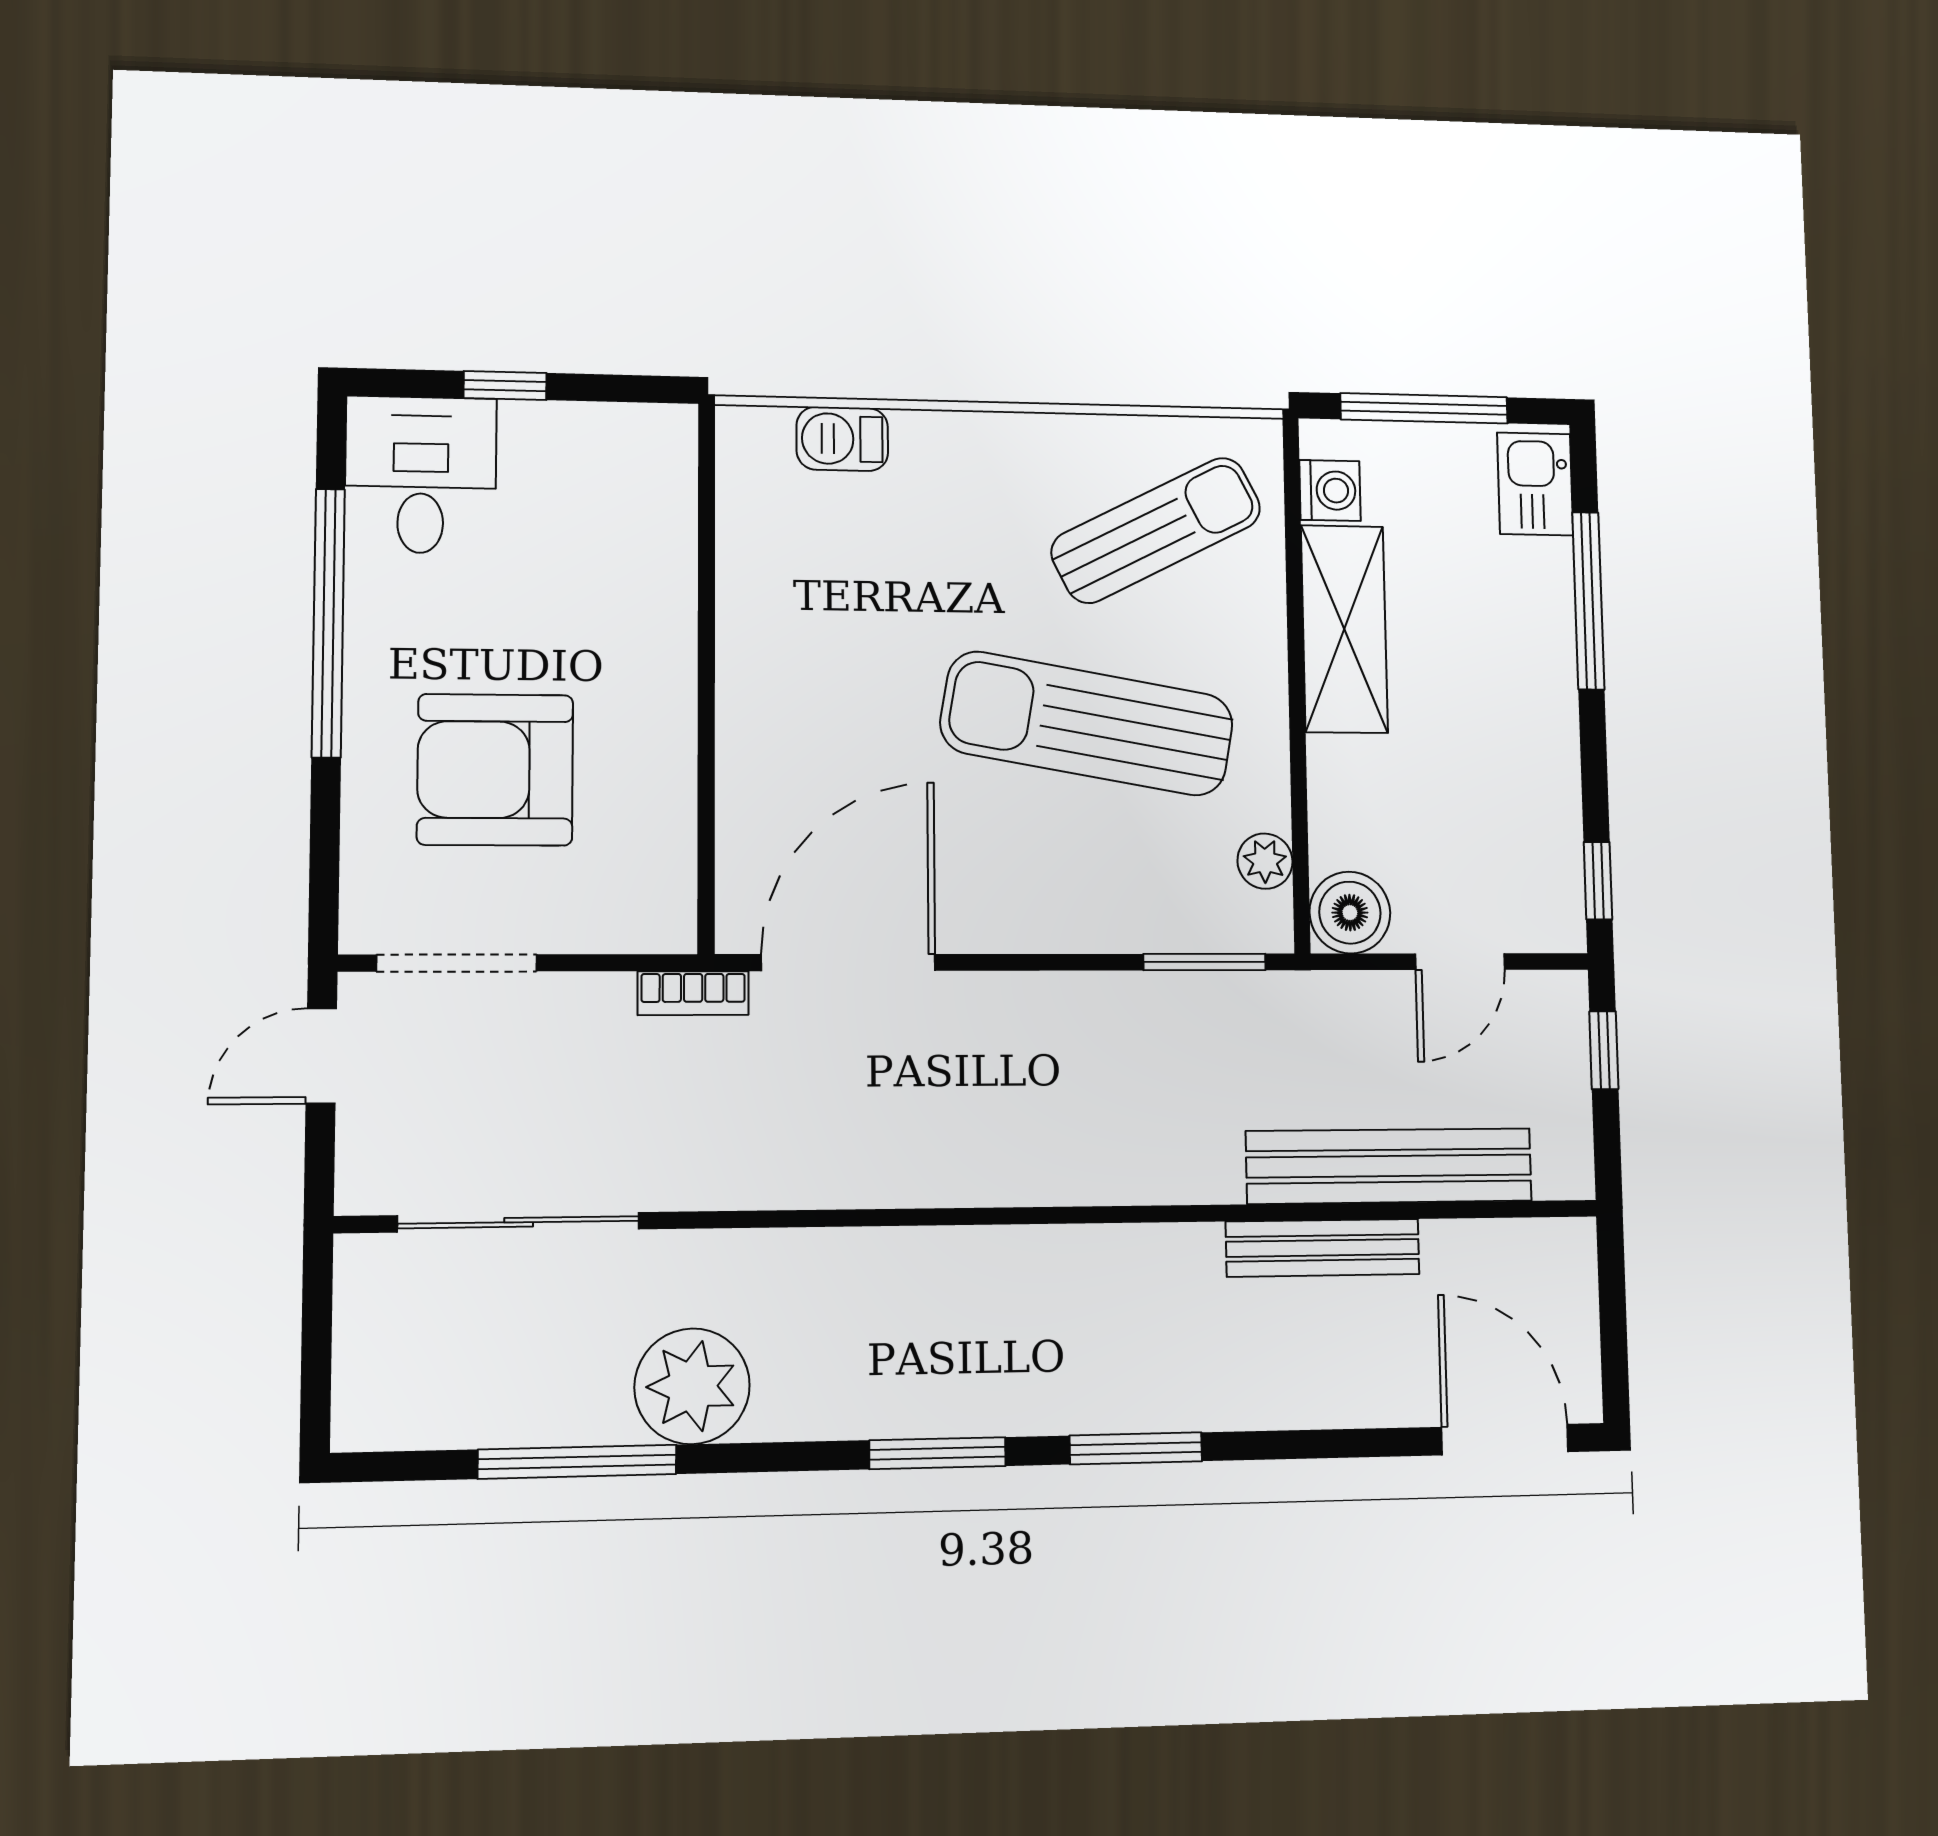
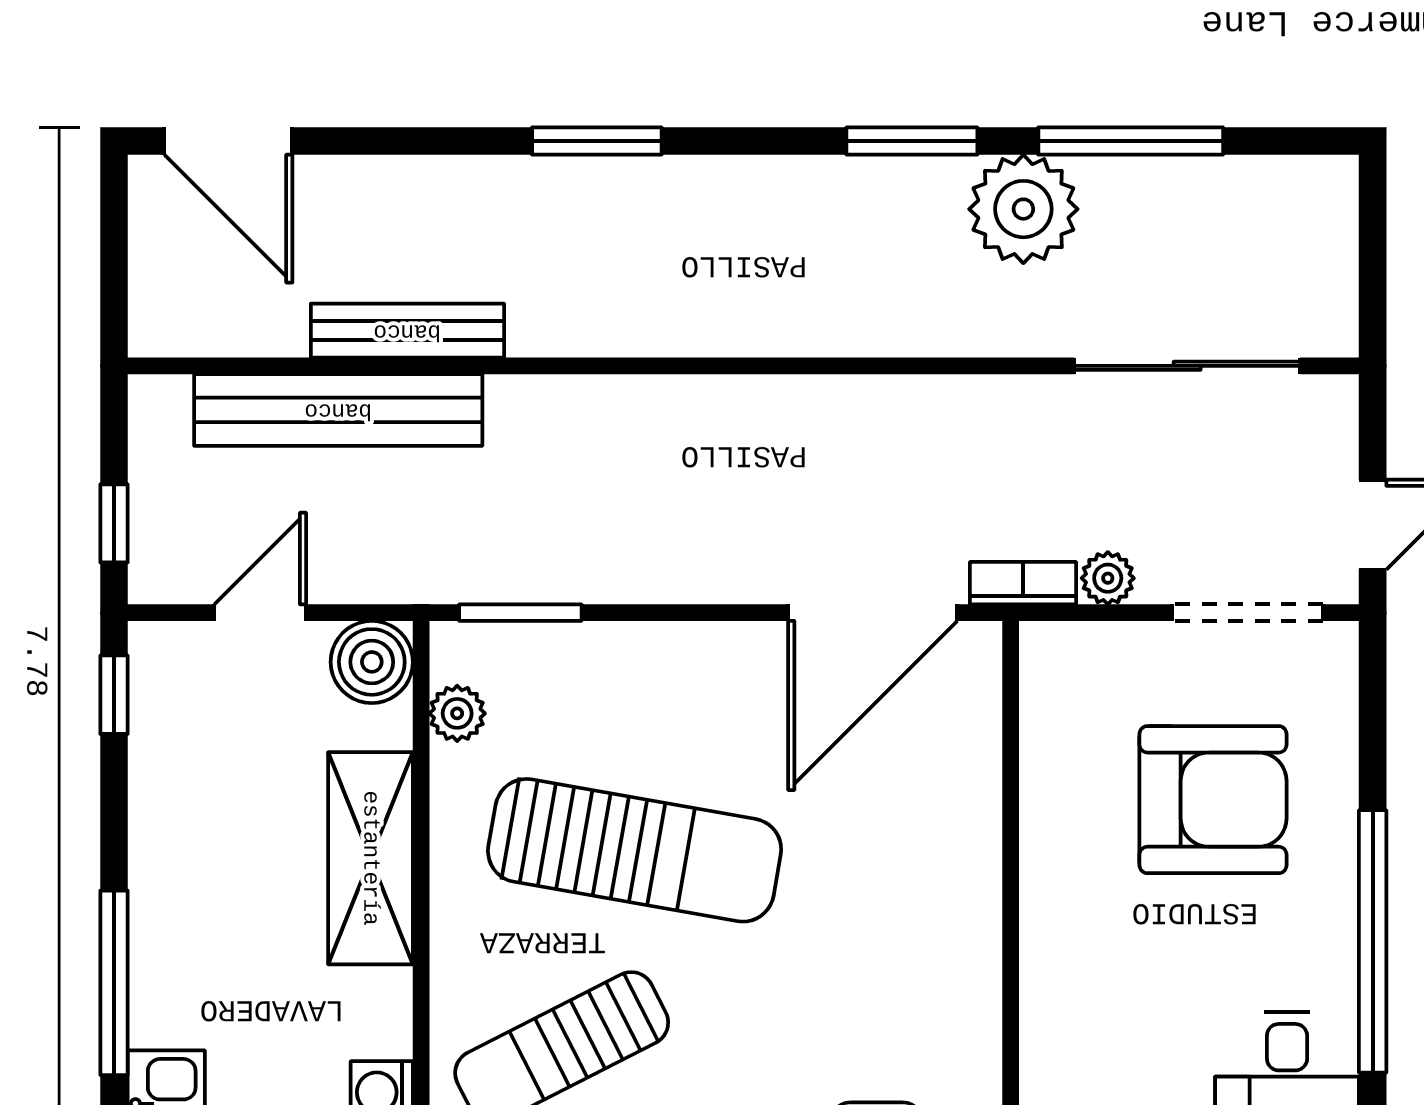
shelving: (1344, 629) -> (370, 858), moved
plant: (604, 999) -> (1108, 578), added
window: (938, 1453) -> (912, 141), moved

